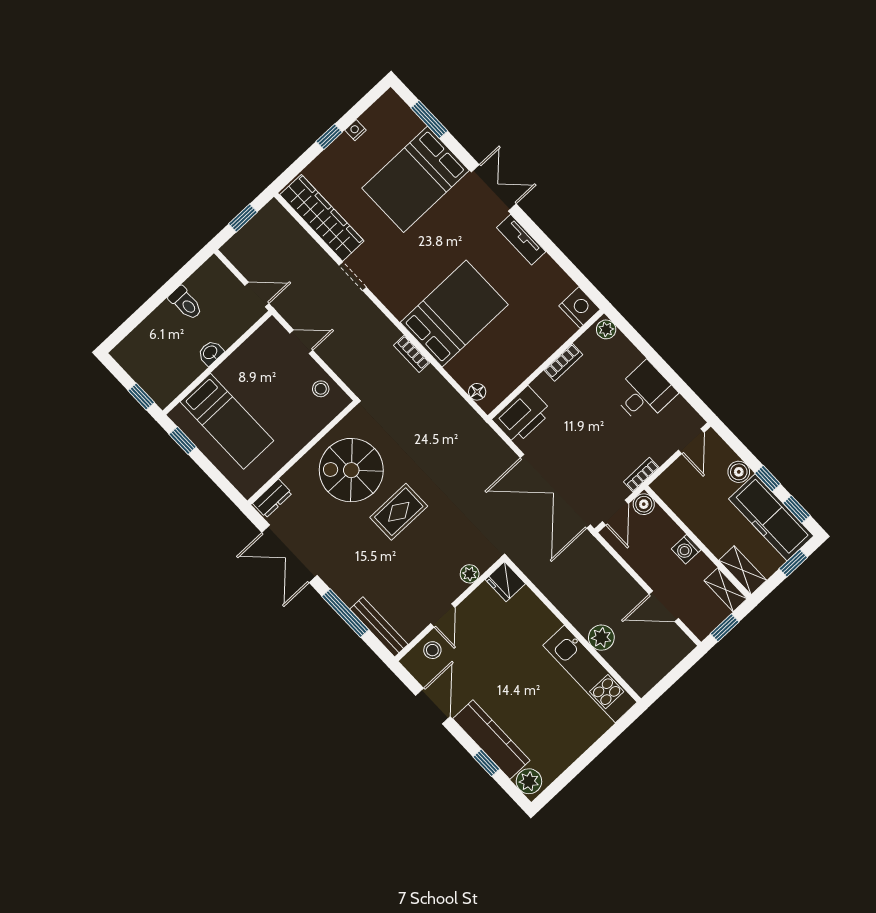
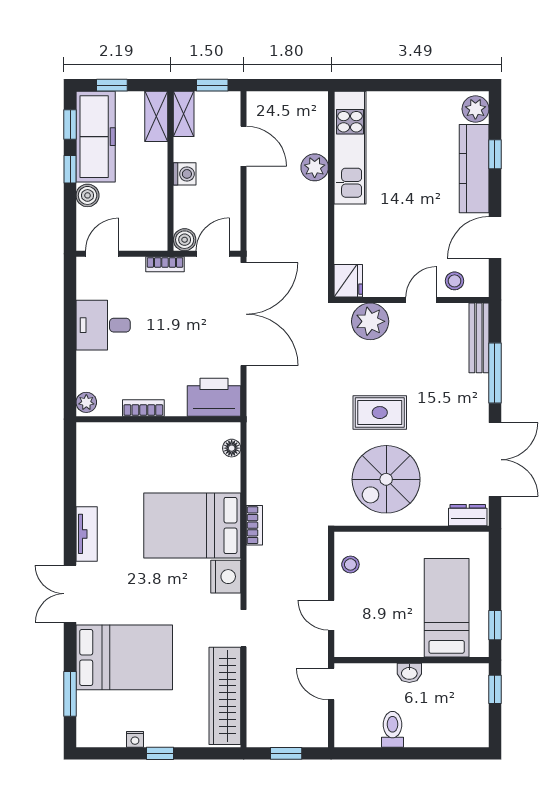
nightstand: (580, 308) -> (226, 577), moved, turned 180
spiral stairs: (351, 470) -> (386, 479), turned 90
plant: (470, 574) -> (370, 321), width x1.88, depth x1.88

